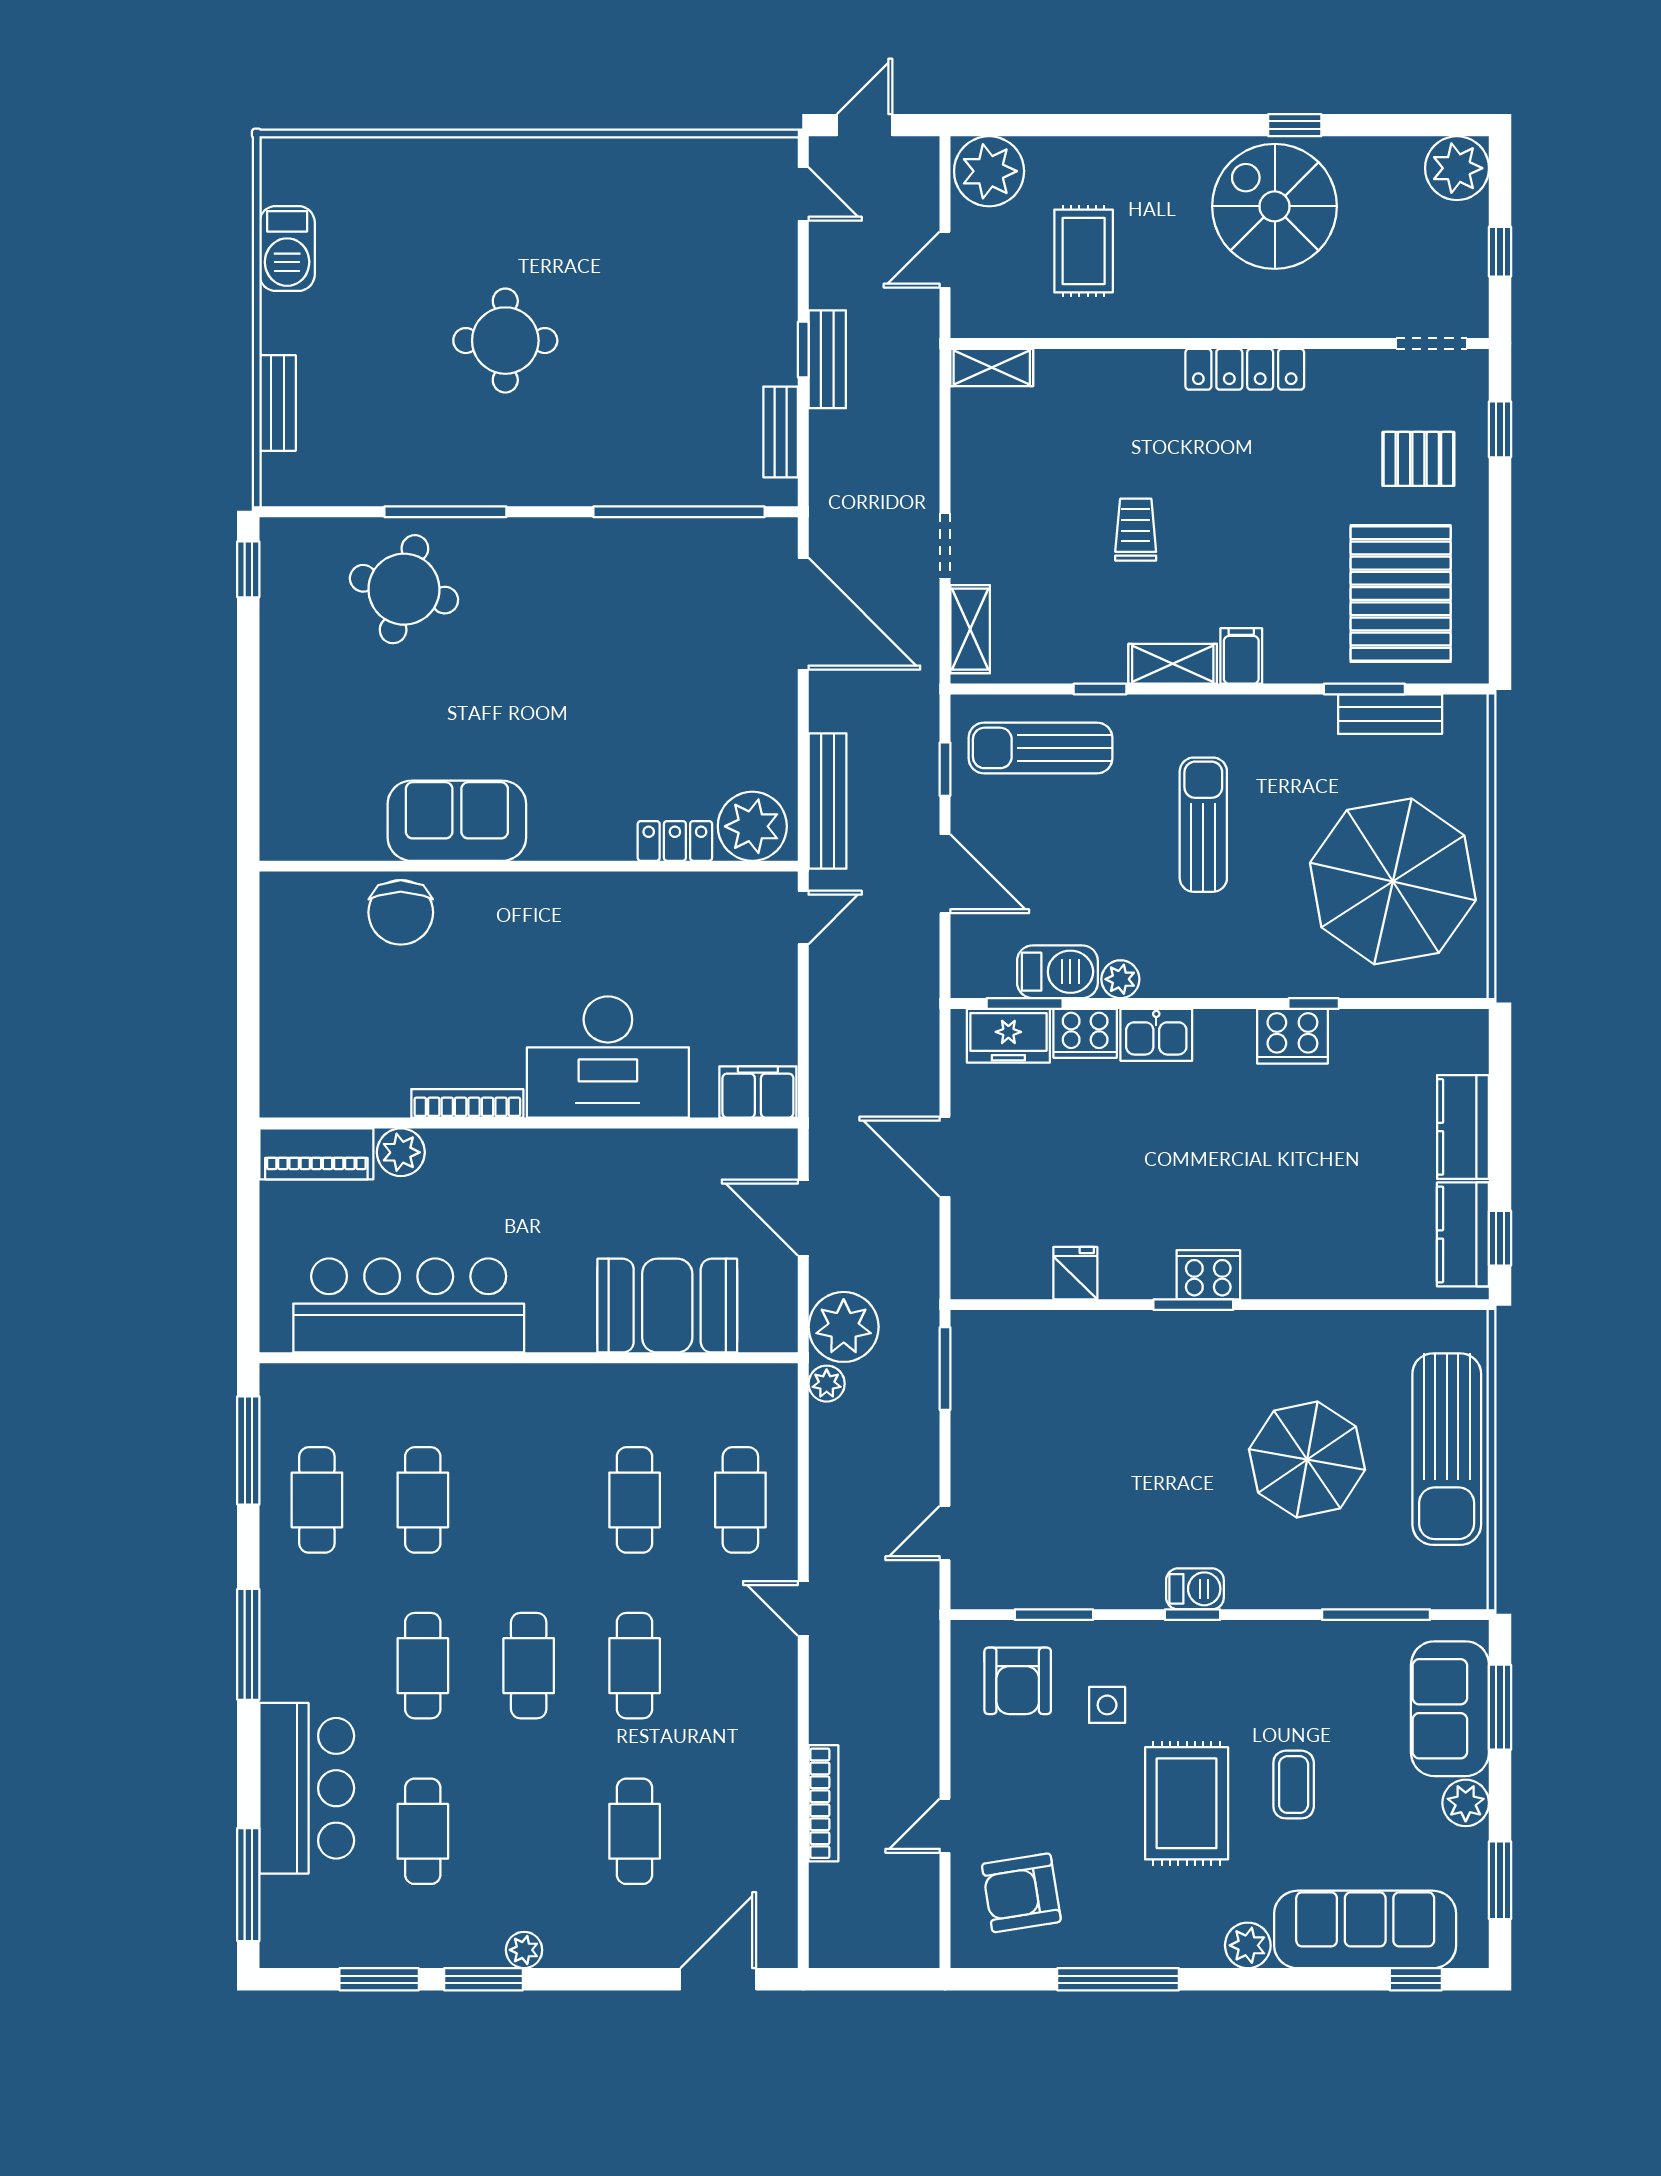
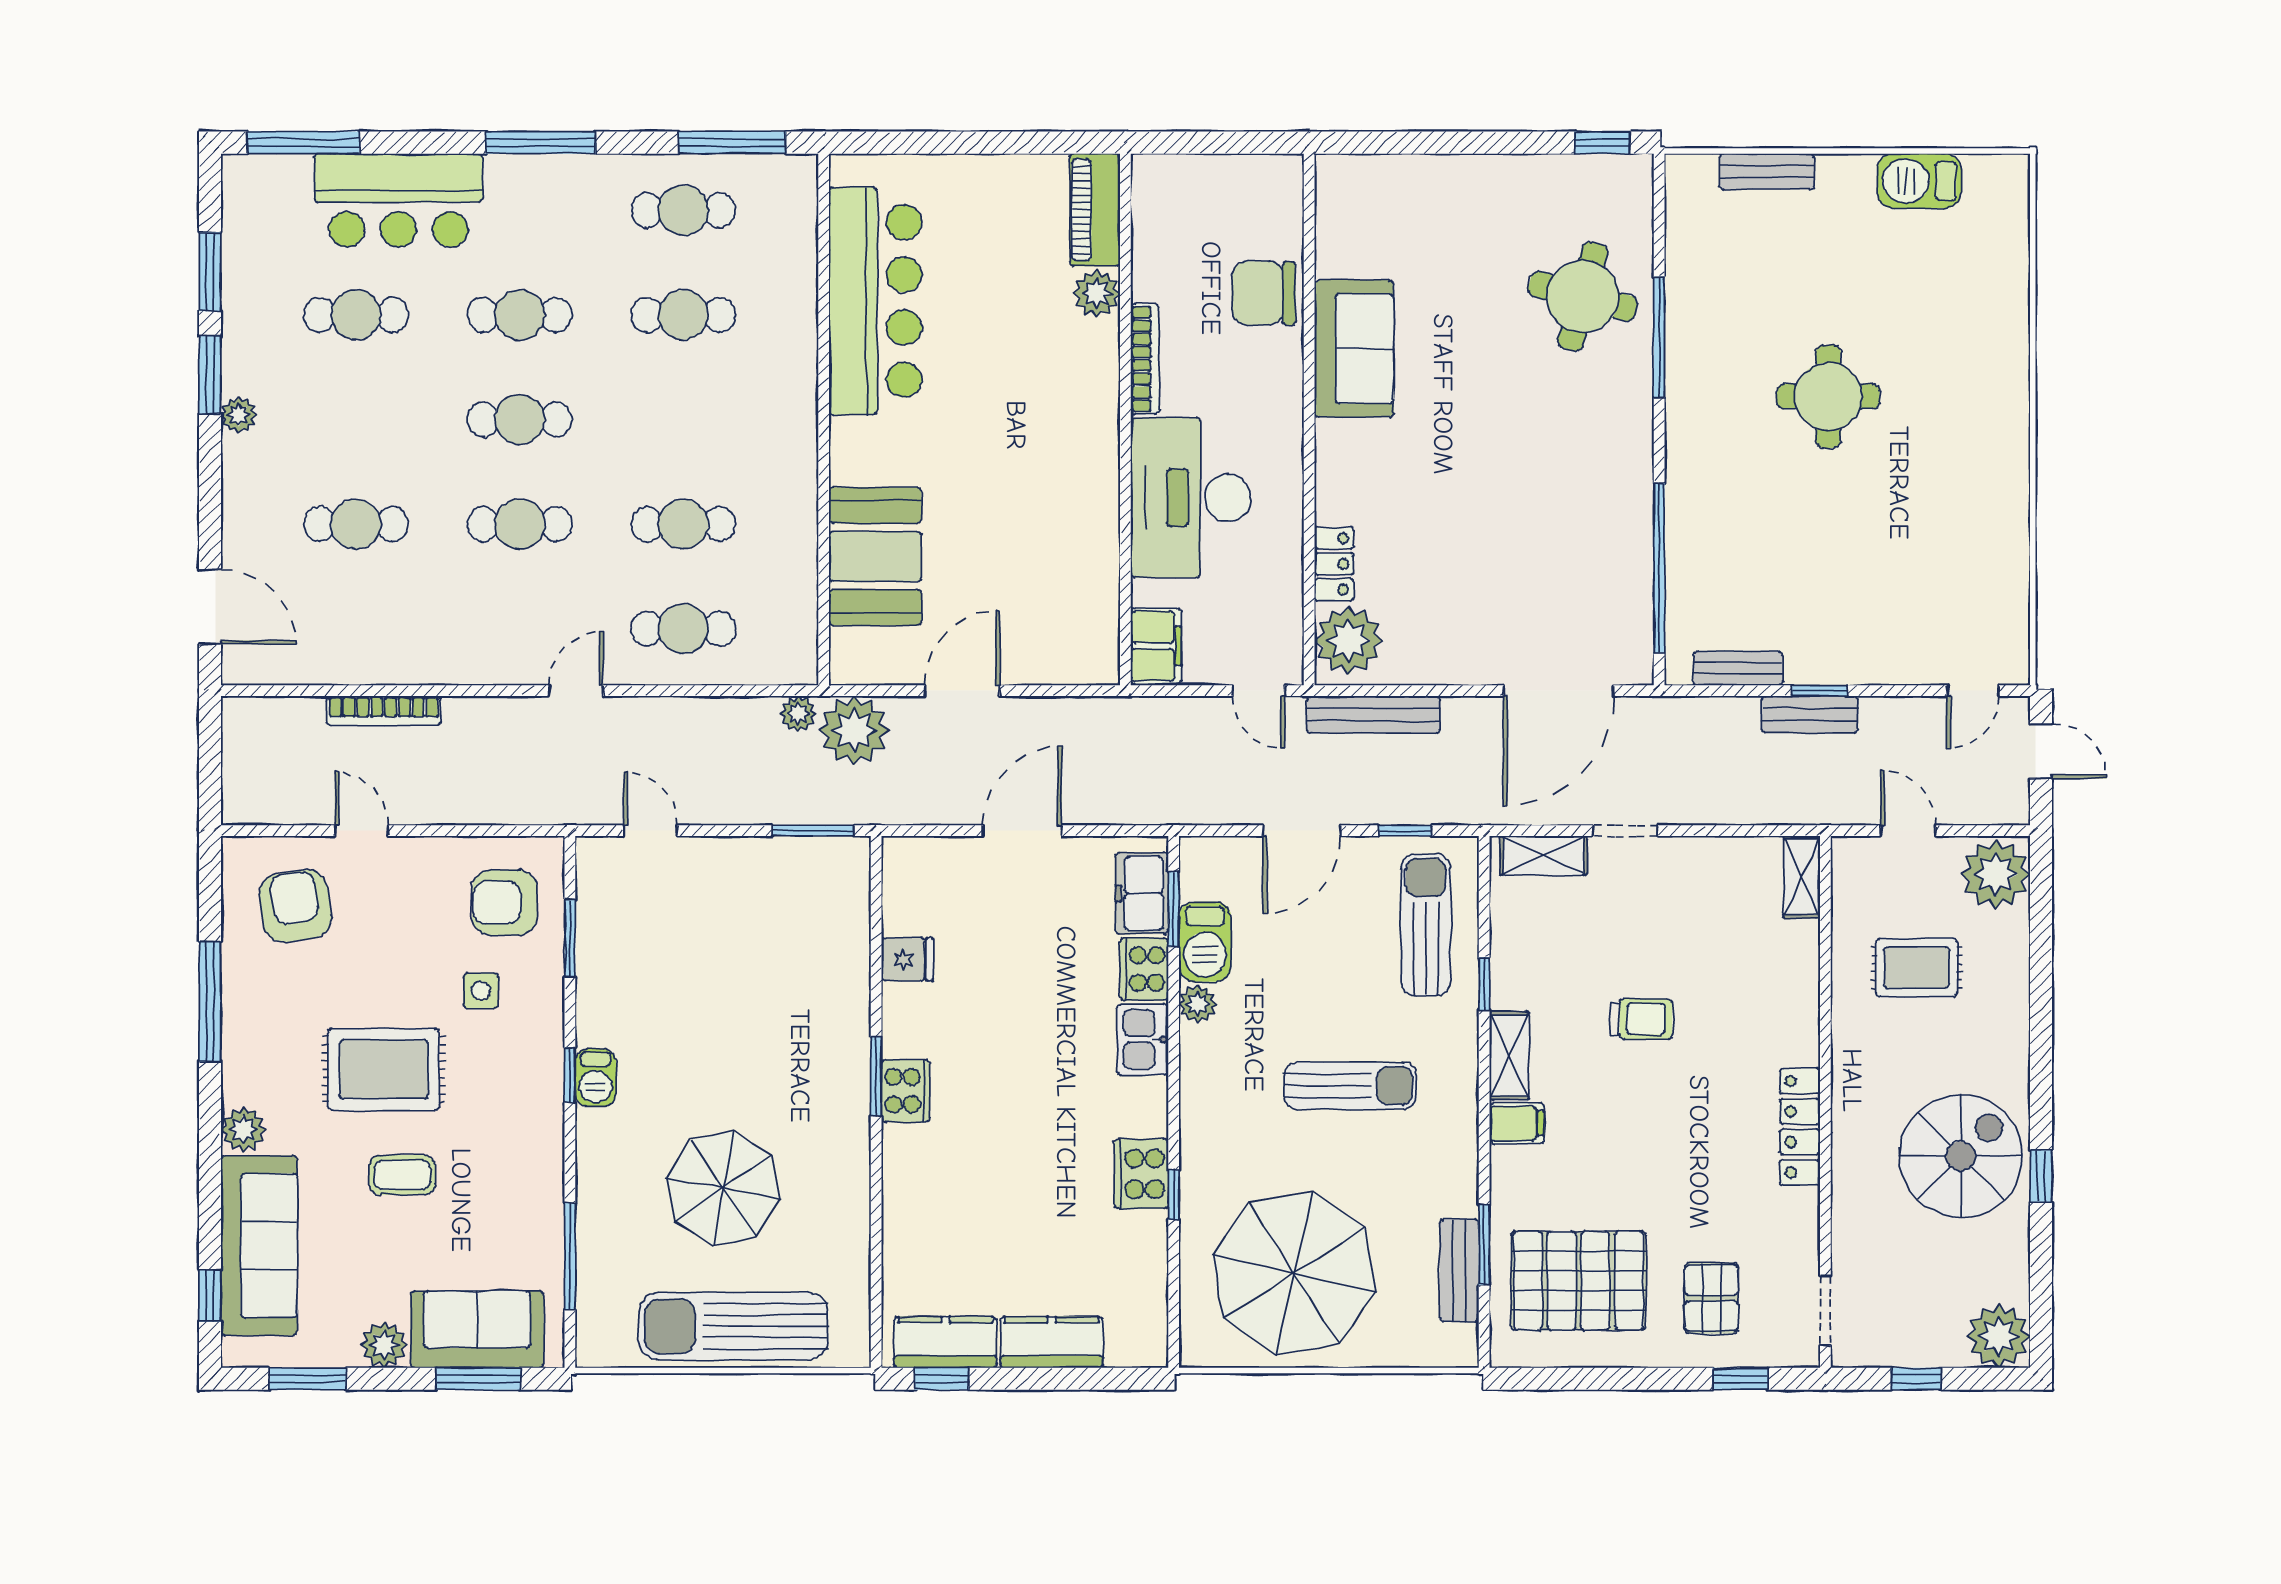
desk: (608, 1057) -> (1191, 498), moved
filing cabinet: (758, 1092) -> (1156, 646), moved
bookcase: (467, 1103) -> (1145, 359), moved
wall: (529, 1123) -> (1125, 420), moved
plant: (401, 1152) -> (1097, 293), moved
piano: (316, 1154) -> (1095, 210), moved

